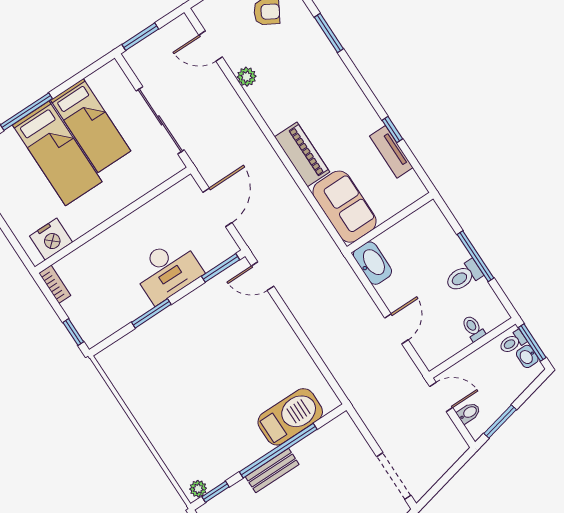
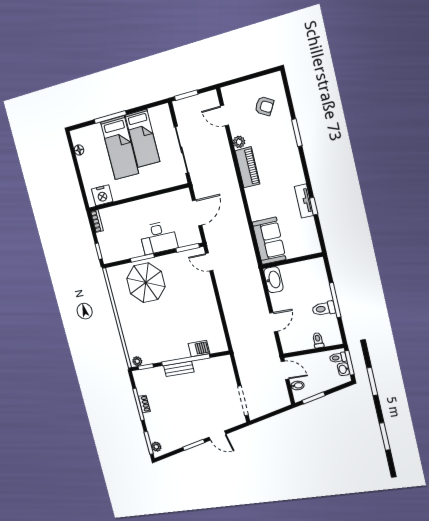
tv unit: (391, 152) -> (304, 201), moved
piano: (302, 154) -> (247, 167), moved
parasol: (170, 351) -> (146, 283), added
barbecue: (290, 417) -> (199, 349), width x0.53, depth x0.65

